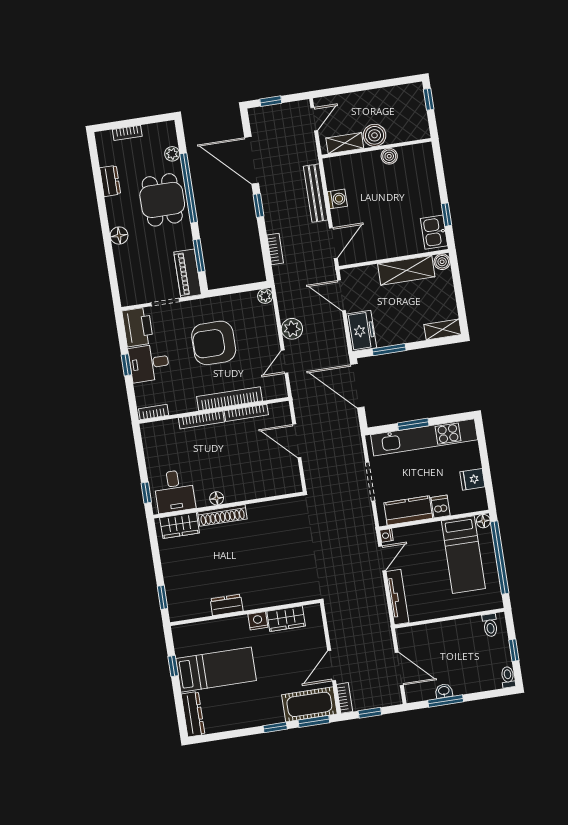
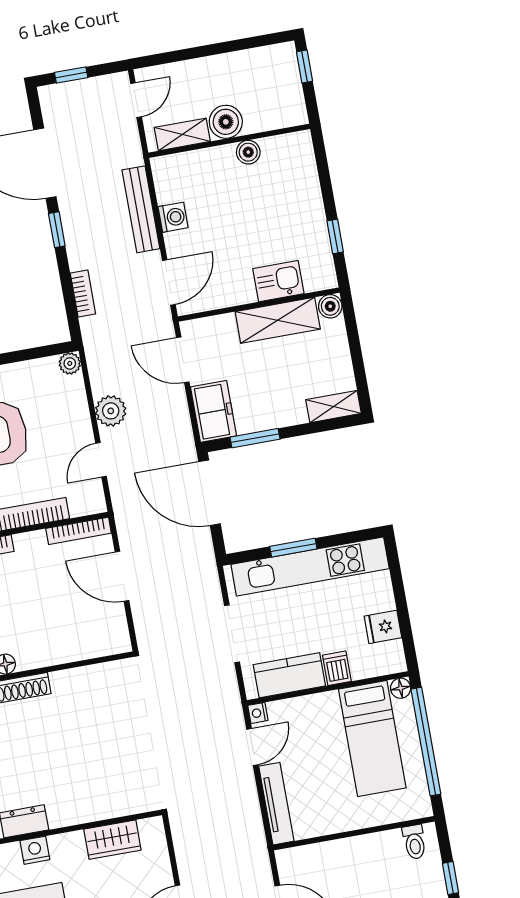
kitchen sink: (434, 232) -> (278, 281), moved, turned 90
bookcase: (246, 413) -> (79, 531), moved
nightstand: (258, 621) -> (35, 850), moved

